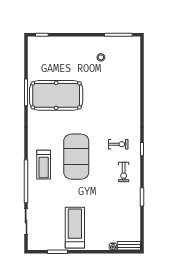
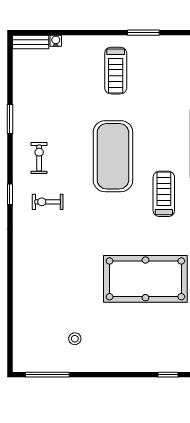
exercise mat: (76, 157) -> (113, 156), moved
treadmill: (44, 165) -> (164, 194), moved
treadmill: (75, 228) -> (116, 71), width x0.73, depth x0.73

